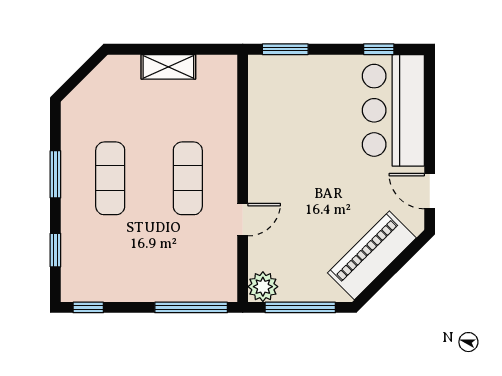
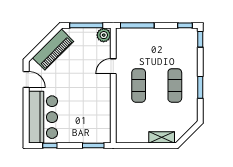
shelving: (168, 67) -> (162, 137), moved
window: (55, 250) -> (200, 39), moved

